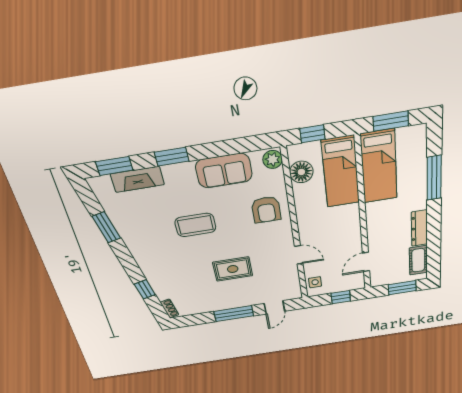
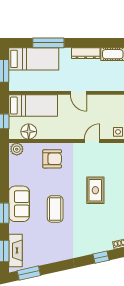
bed: (379, 167) -> (34, 59), moved
sofa: (224, 171) -> (19, 204), moved
fireplace: (137, 179) -> (15, 250), moved
window: (106, 227) -> (29, 273), moved
door: (366, 262) -> (78, 93), moved

